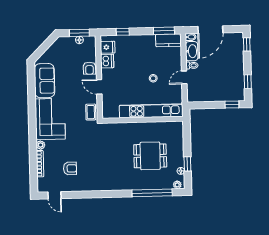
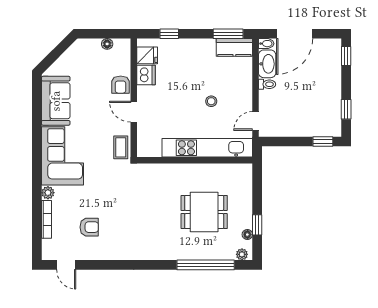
window: (79, 33) -> (107, 34), removed
door: (184, 77) -> (256, 121), moved

